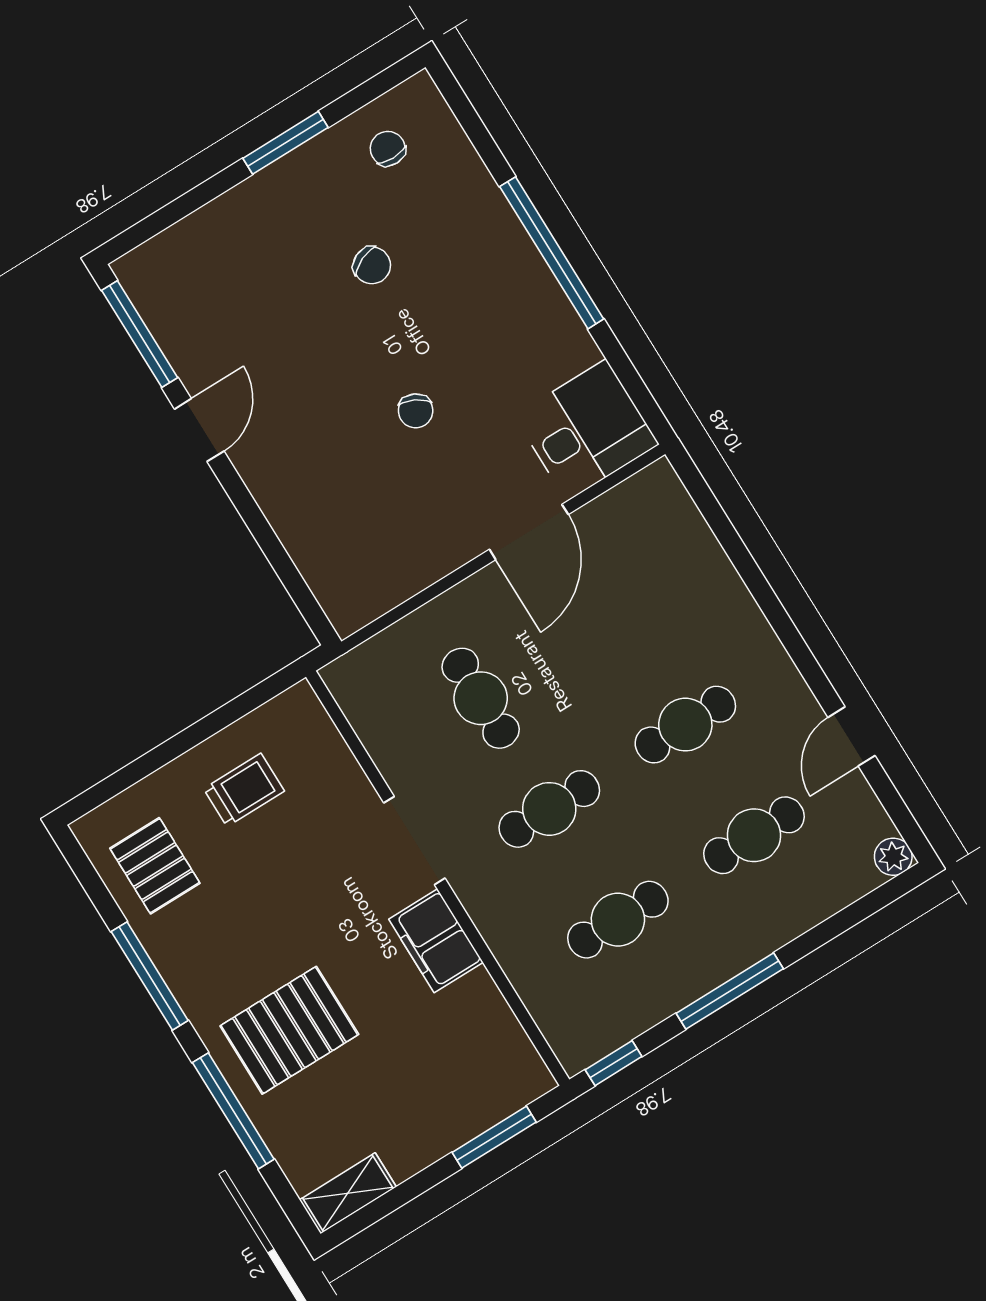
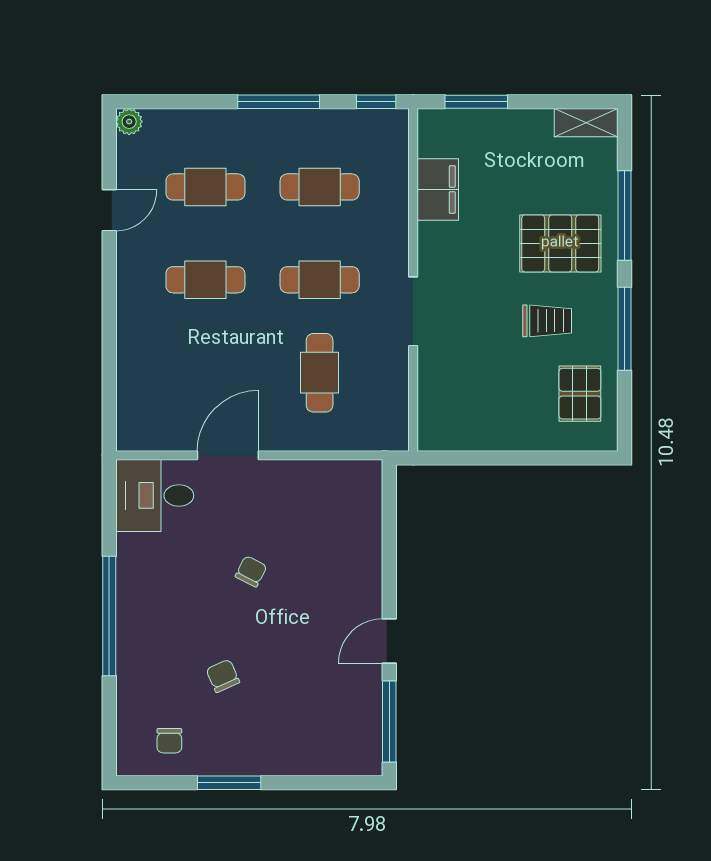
trolley: (244, 790) -> (547, 321), moved, turned 180
filing cabinet: (436, 941) -> (438, 189), moved

